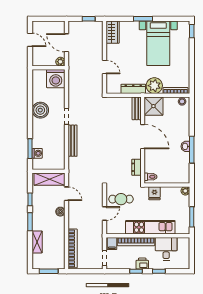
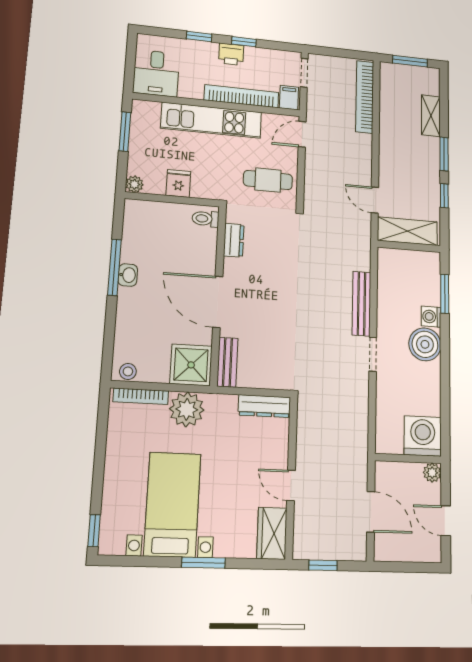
plant: (60, 62) -> (432, 473), moved
door: (105, 67) -> (291, 485), moved
washing machine: (56, 79) -> (423, 436), moved
dresser: (133, 89) -> (264, 406), moved
boiler: (40, 110) -> (425, 344), moved
washing machine: (37, 153) -> (431, 317), moved
fridge: (154, 193) -> (178, 183), moved
boiler: (60, 212) -> (387, 167), removed
door: (105, 213) -> (302, 134), moved
desk: (166, 249) -> (156, 73), moved

